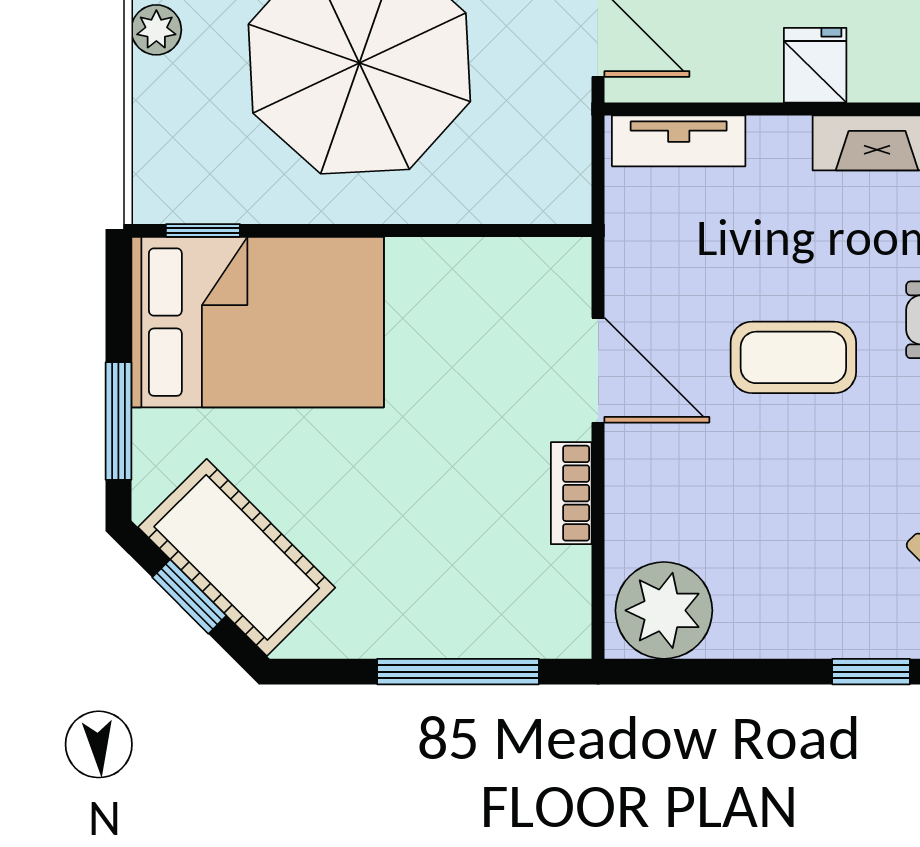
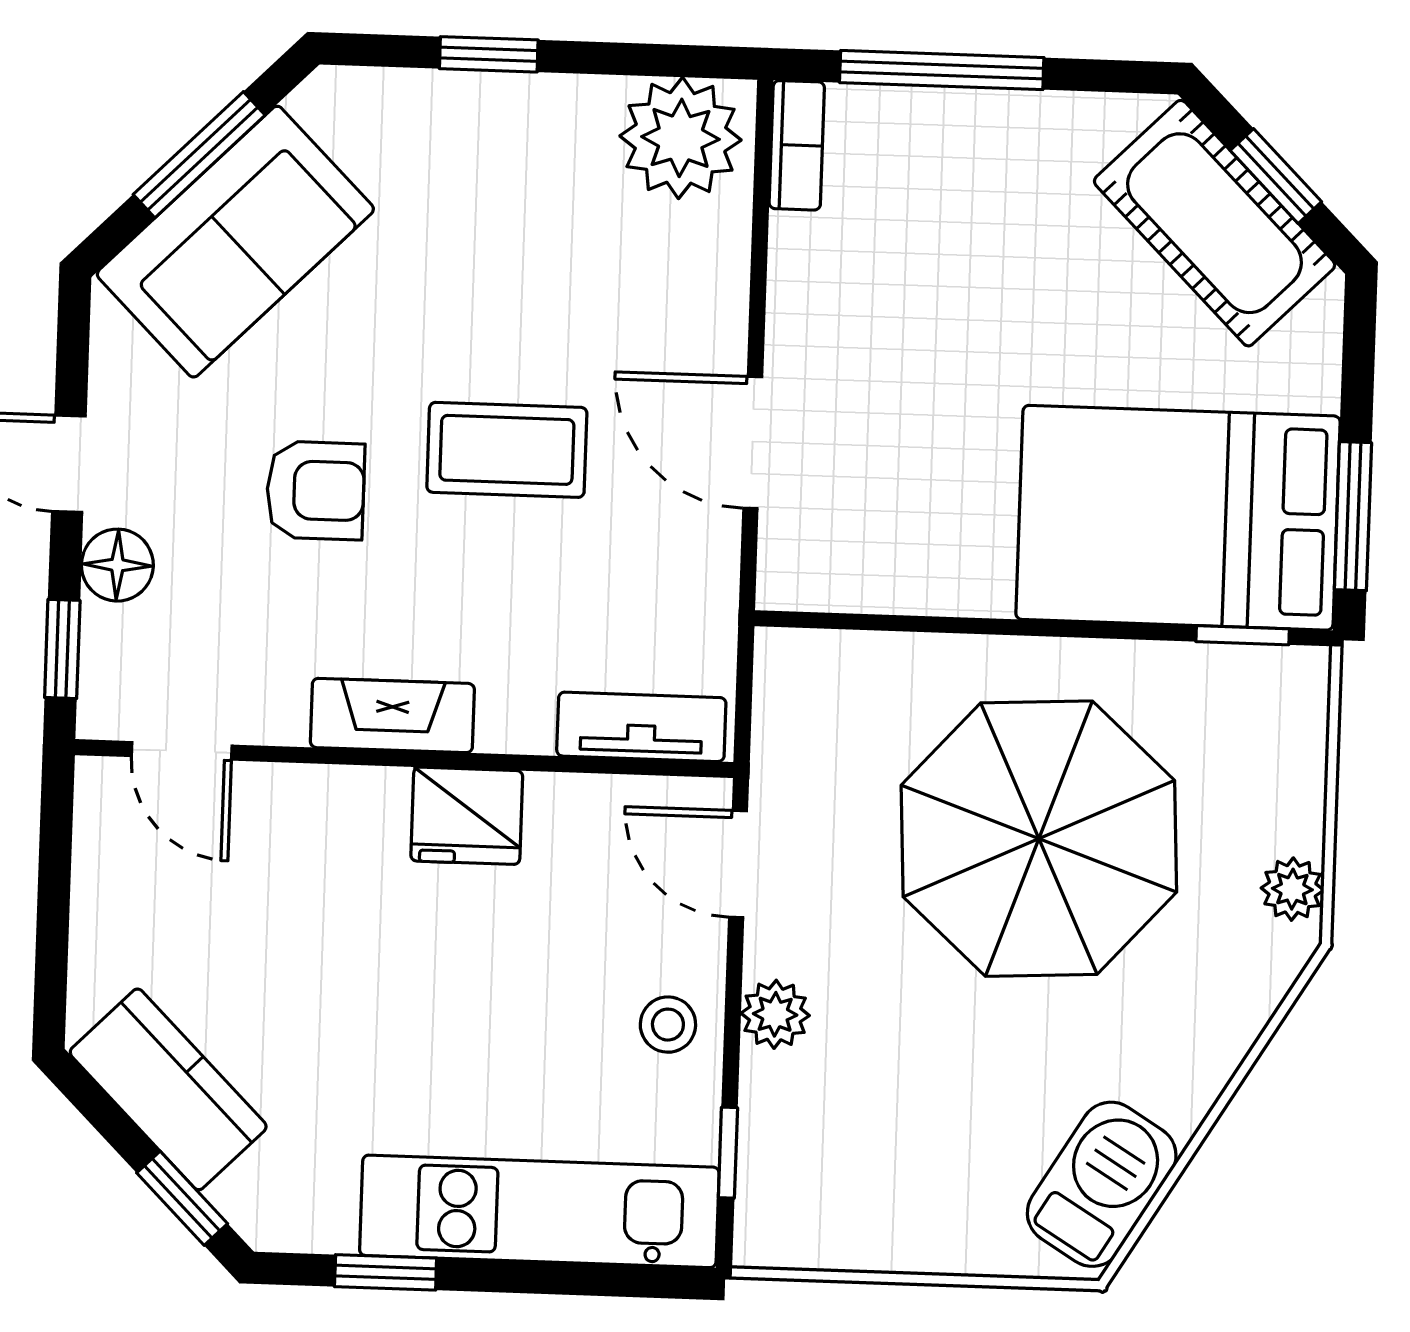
fridge: (815, 65) -> (467, 816), width x1.38
window: (118, 421) -> (1353, 516), moved
bookcase: (571, 493) -> (797, 145), moved
window: (871, 672) -> (489, 54), moved

